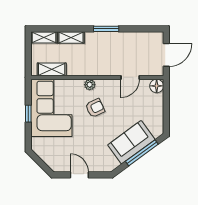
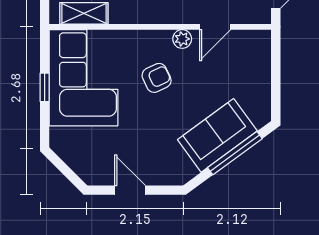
plant: (90, 85) -> (182, 39), moved
floor lamp: (157, 86) -> (260, 41), removed

